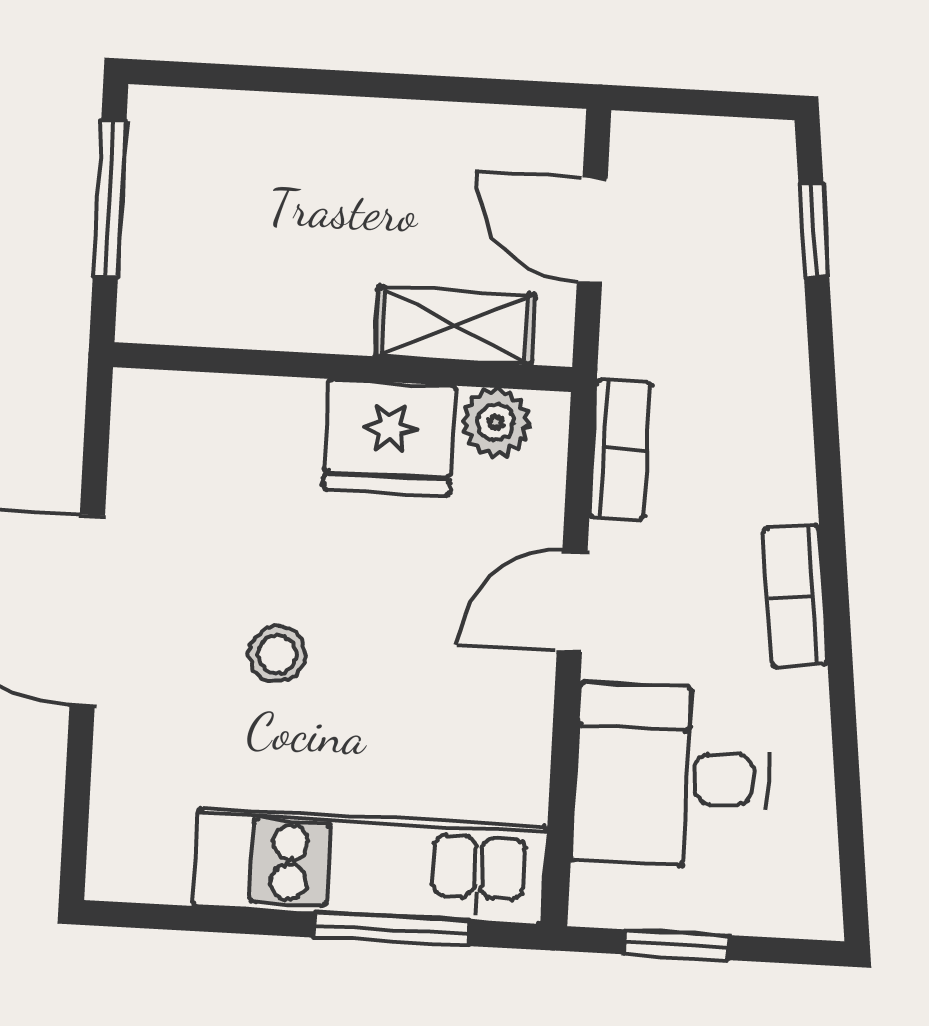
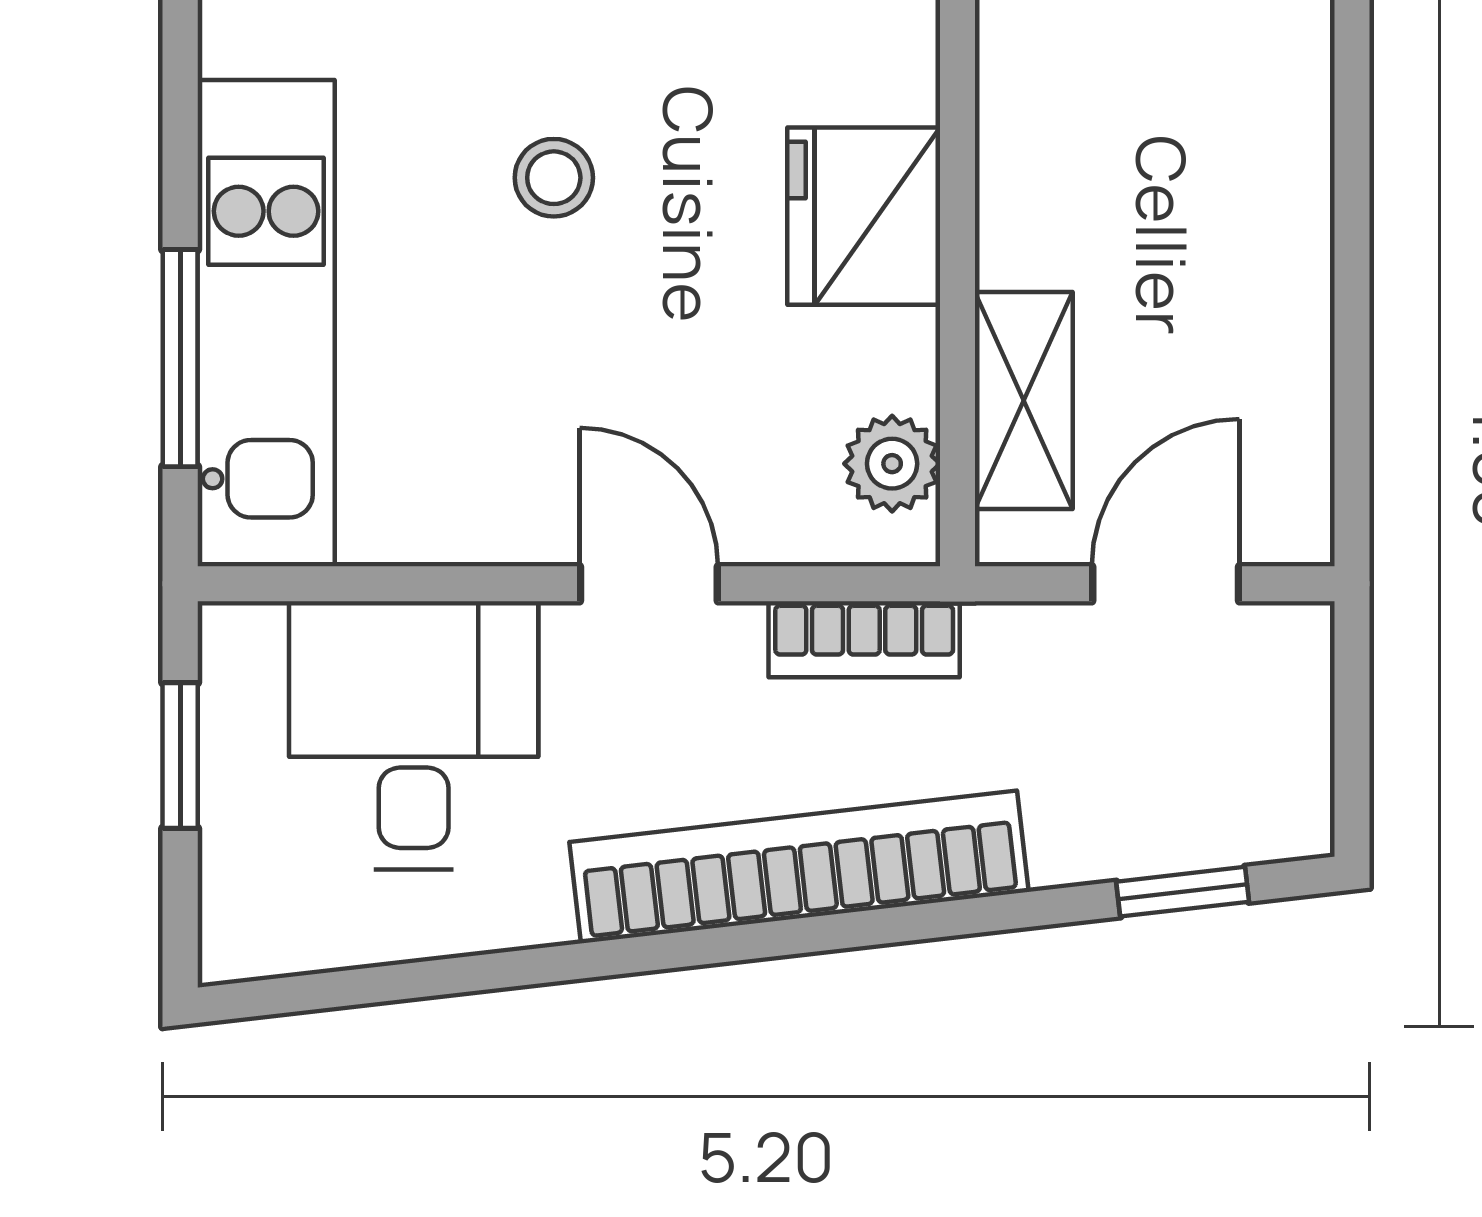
fridge: (389, 437) -> (864, 216), moved
bookcase: (795, 596) -> (799, 867), width x2.31, depth x1.31

